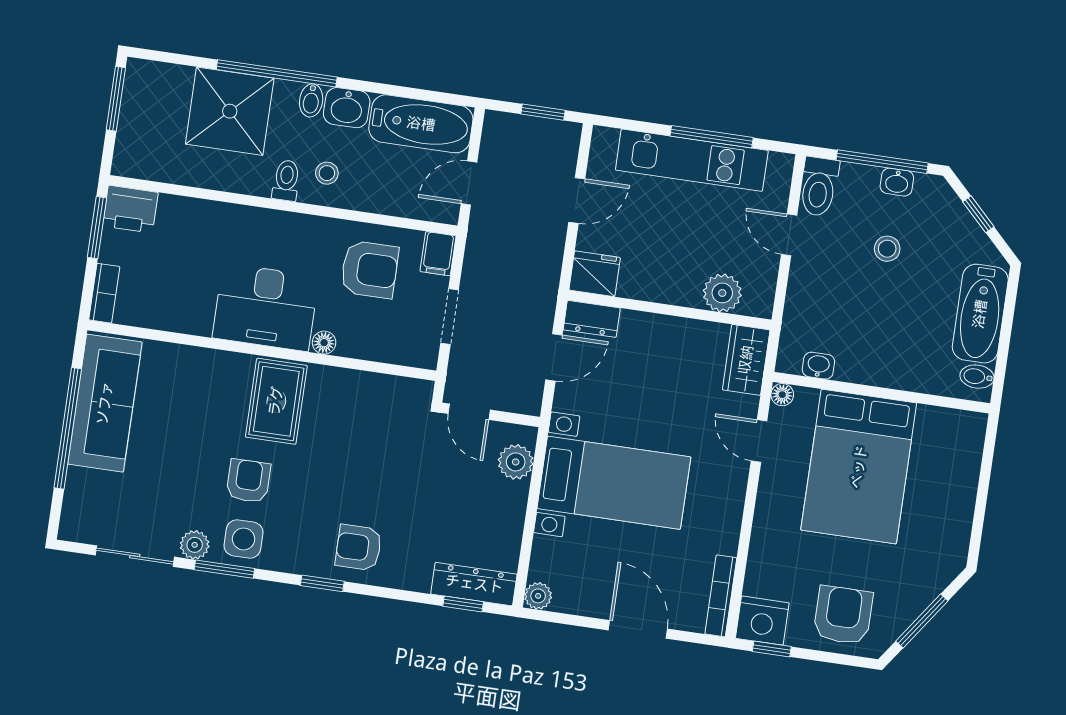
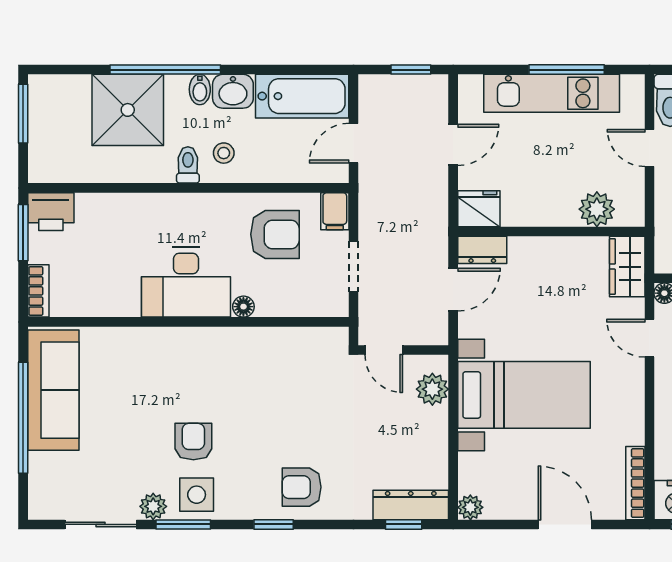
rug: (276, 401) -> (208, 366), removed

